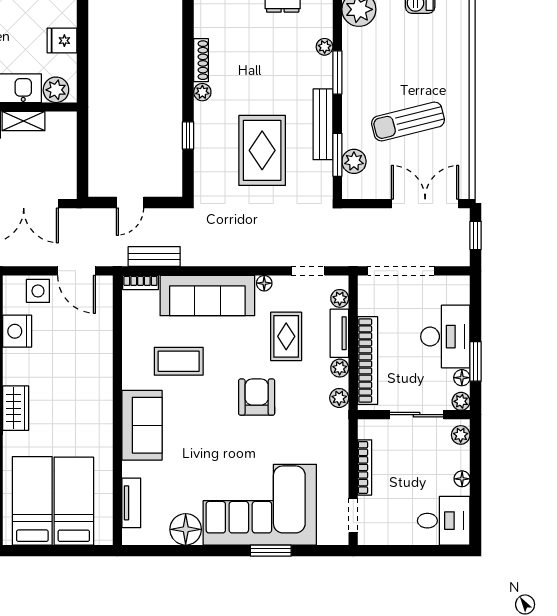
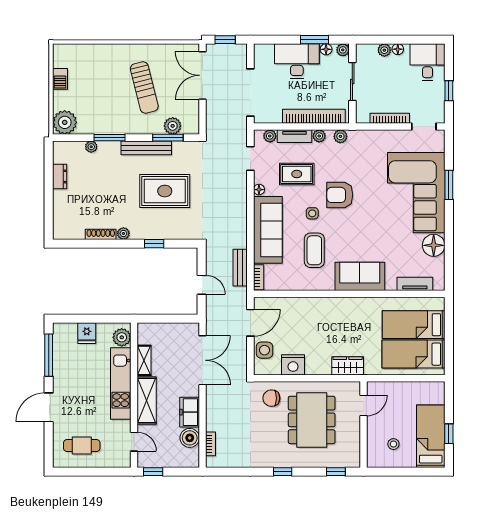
side table: (231, 358) -> (312, 213), added
plant: (461, 435) -> (384, 50), moved
window: (403, 551) -> (449, 91), added

